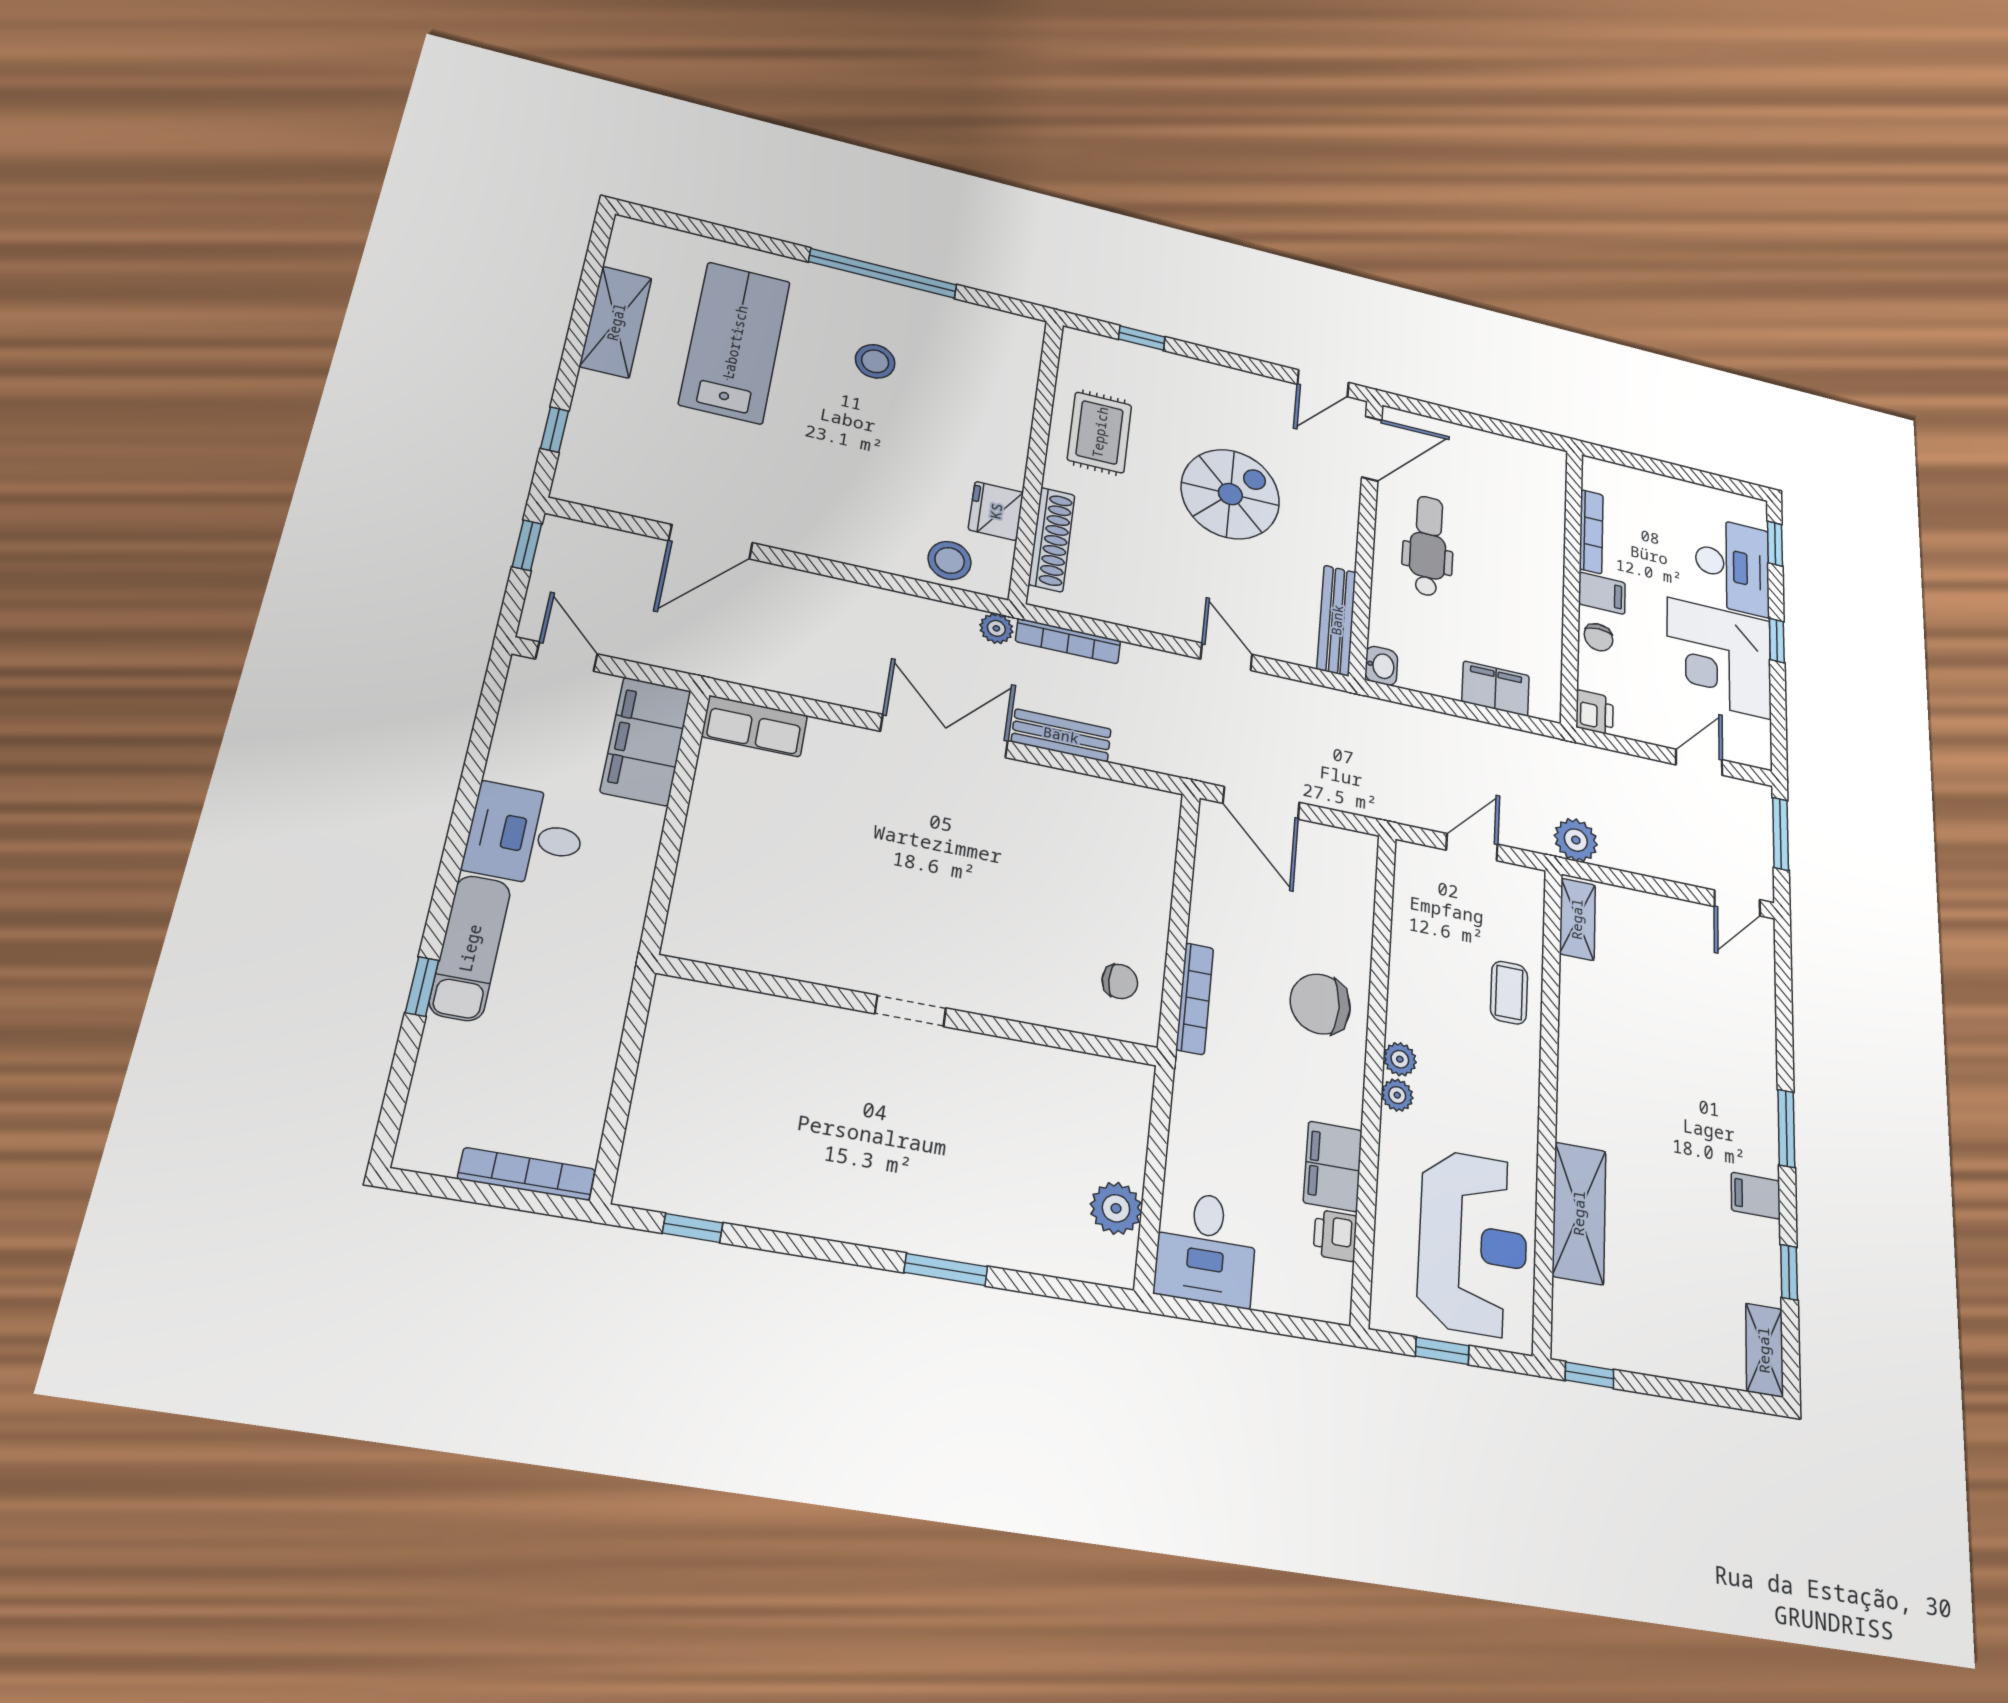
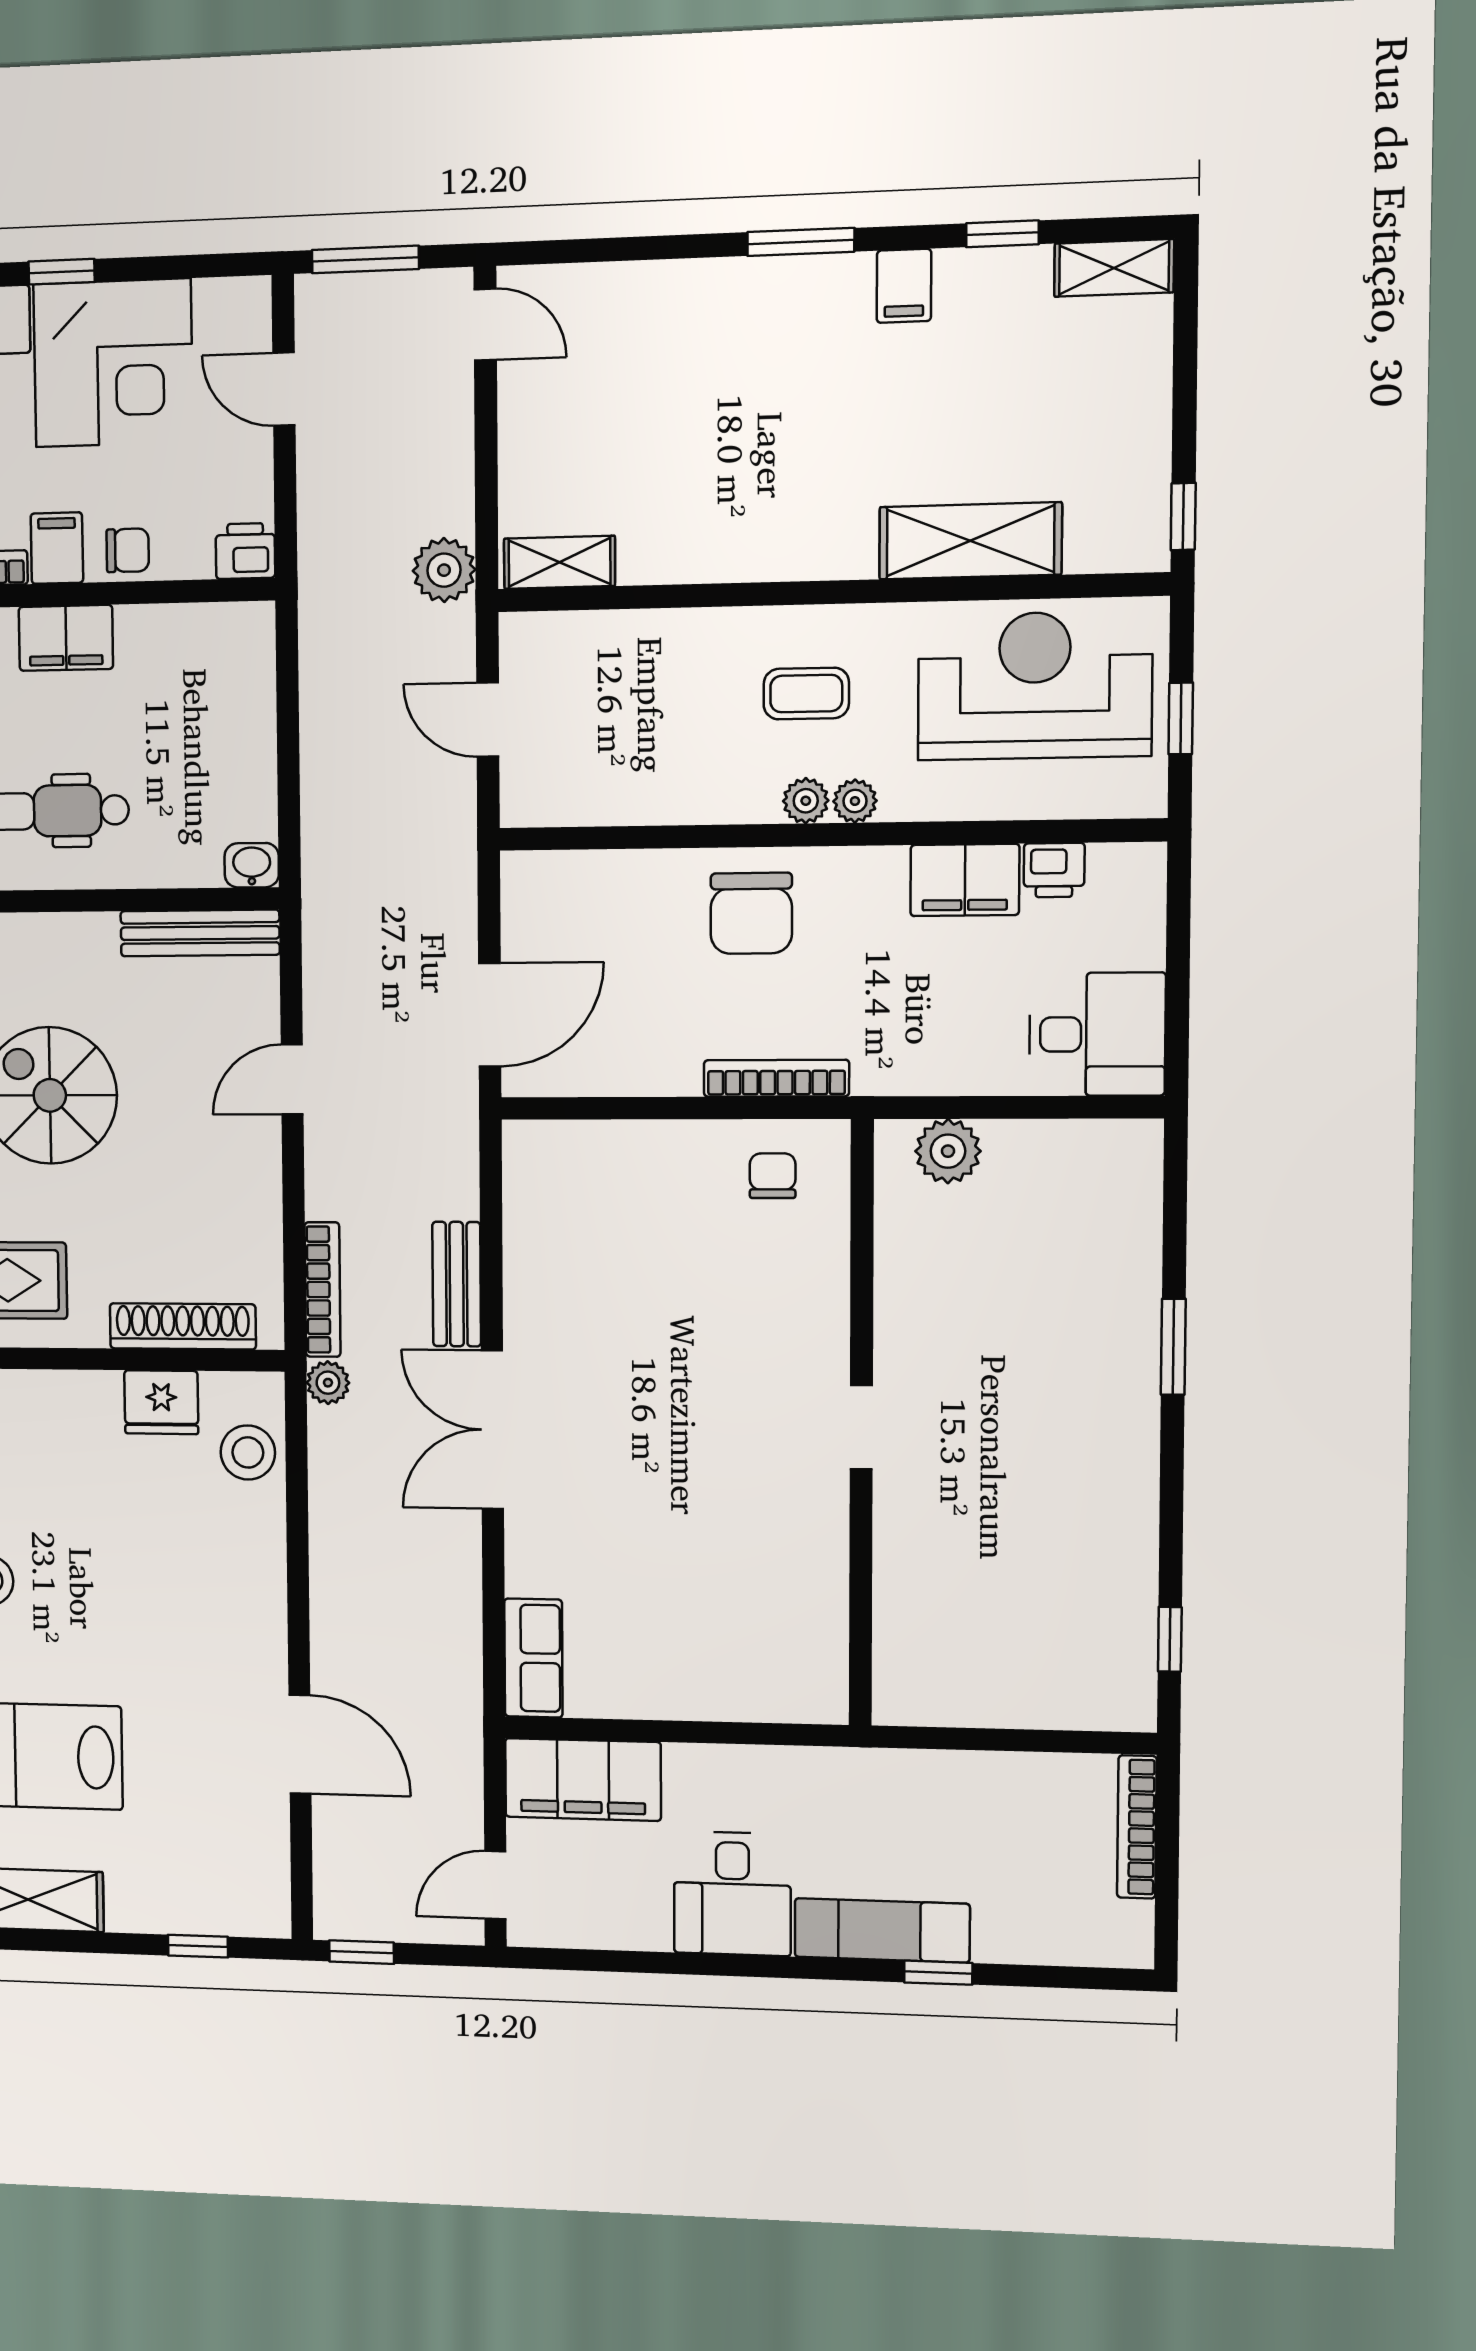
filing cabinet: (1496, 689) -> (66, 638), moved, turned -90
coffee table: (1509, 993) -> (806, 694), moved
plant: (1116, 1208) -> (948, 1151), moved

